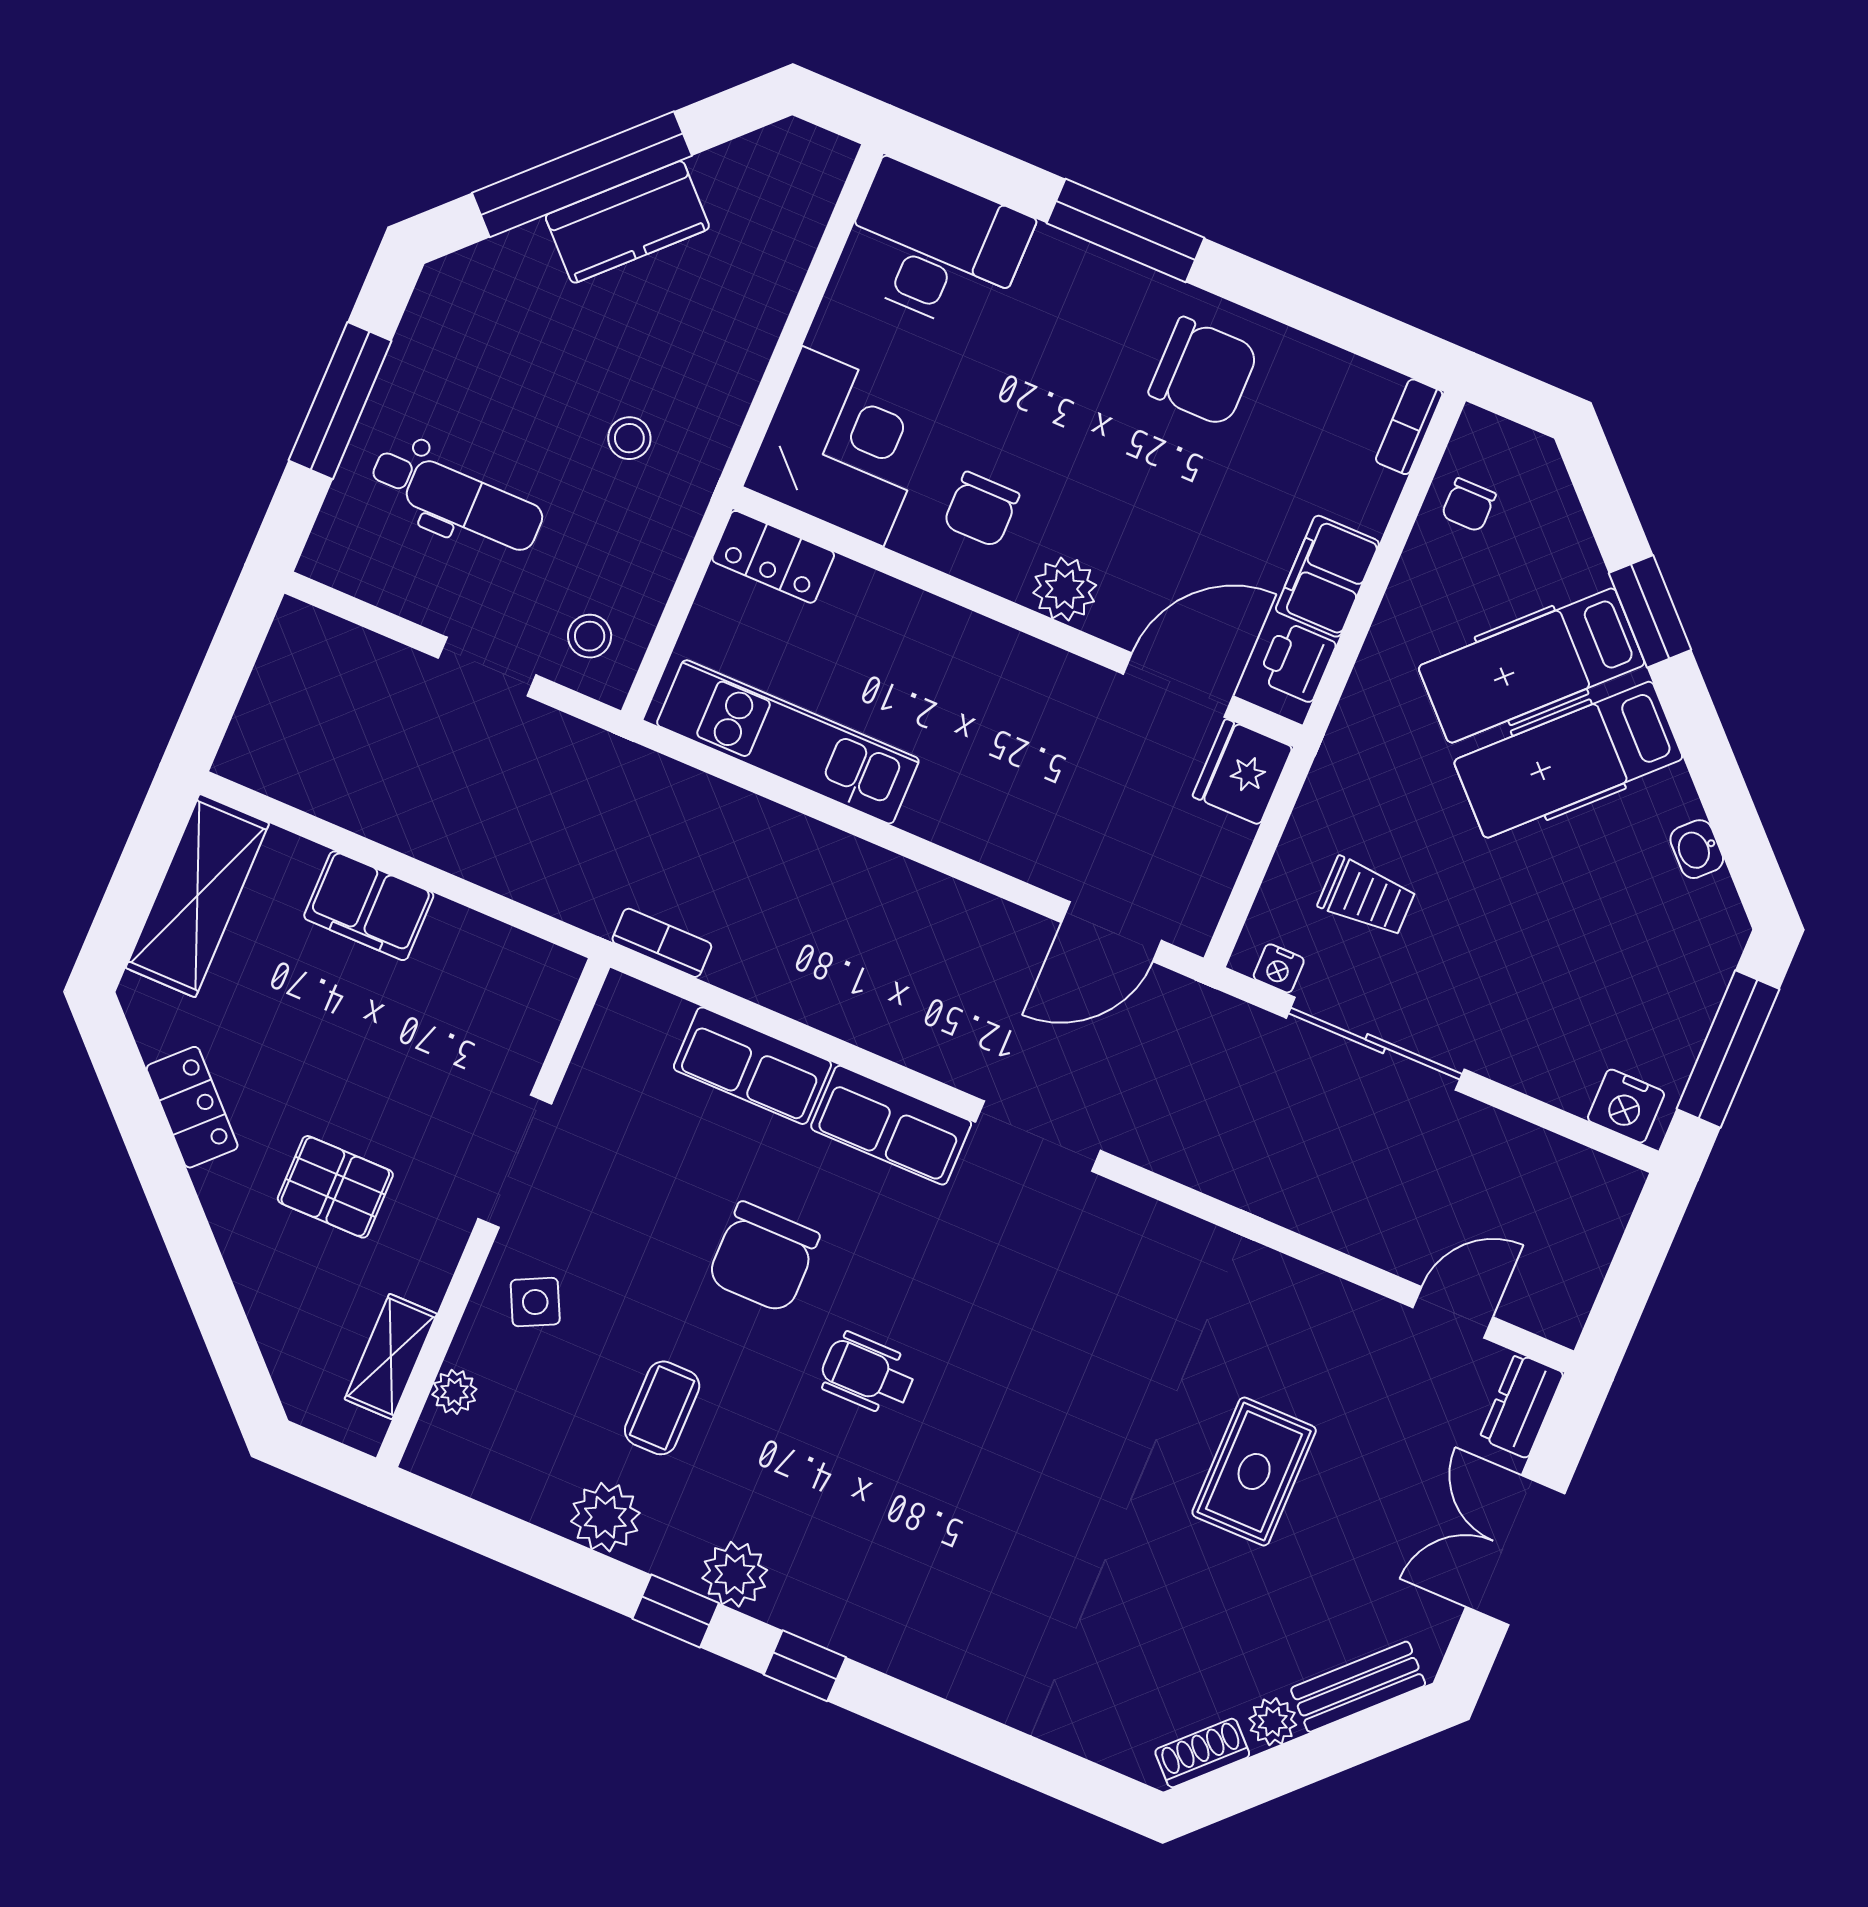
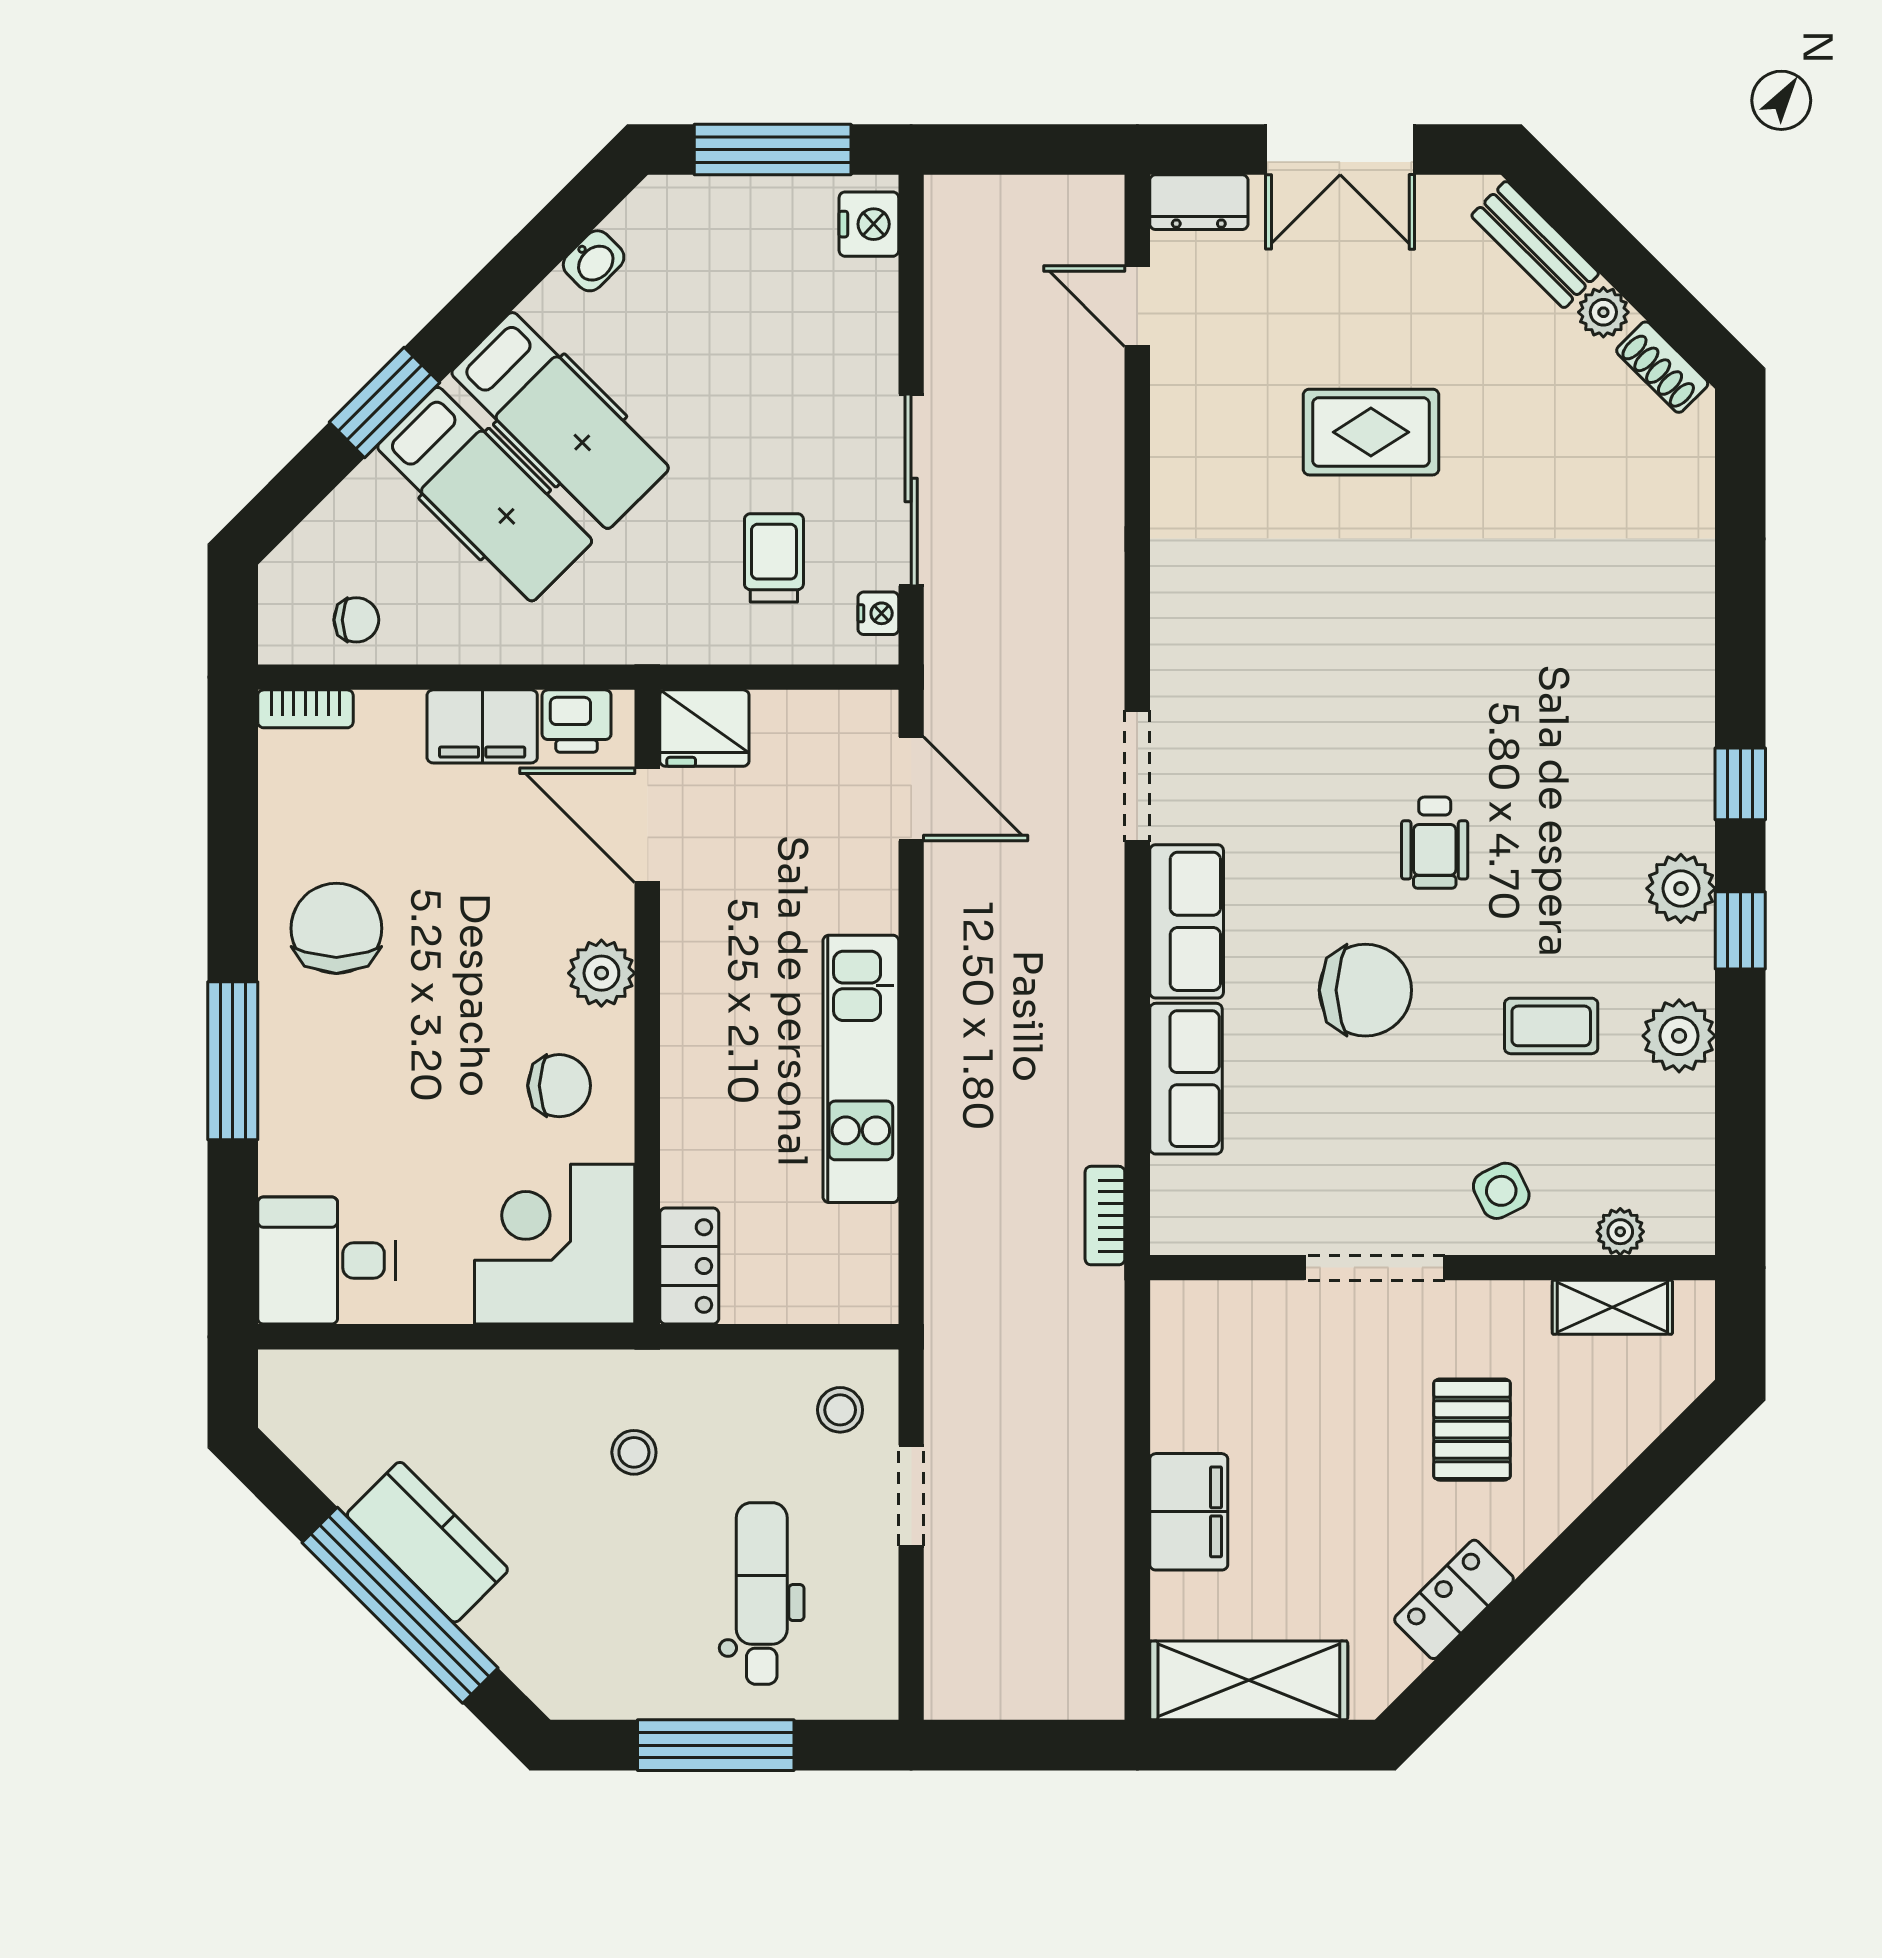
desk: (935, 247) -> (326, 1261), width x0.73
kitchen unit: (788, 742) -> (861, 1069), moved

